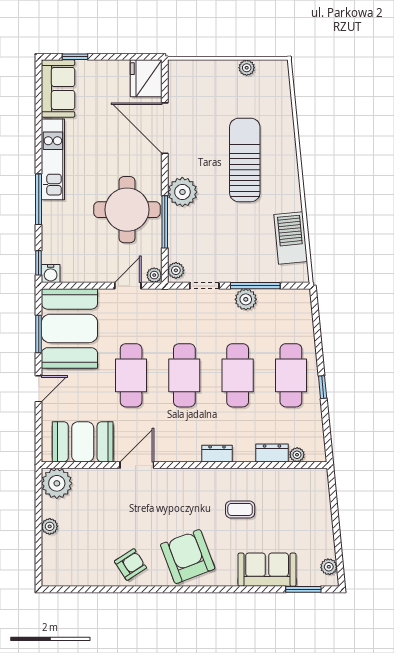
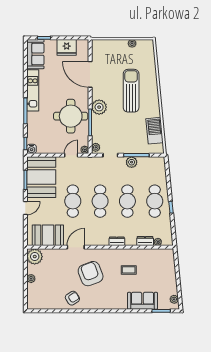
fridge: (146, 78) -> (67, 47), moved, turned -90
armchair: (188, 557) -> (91, 274), moved

